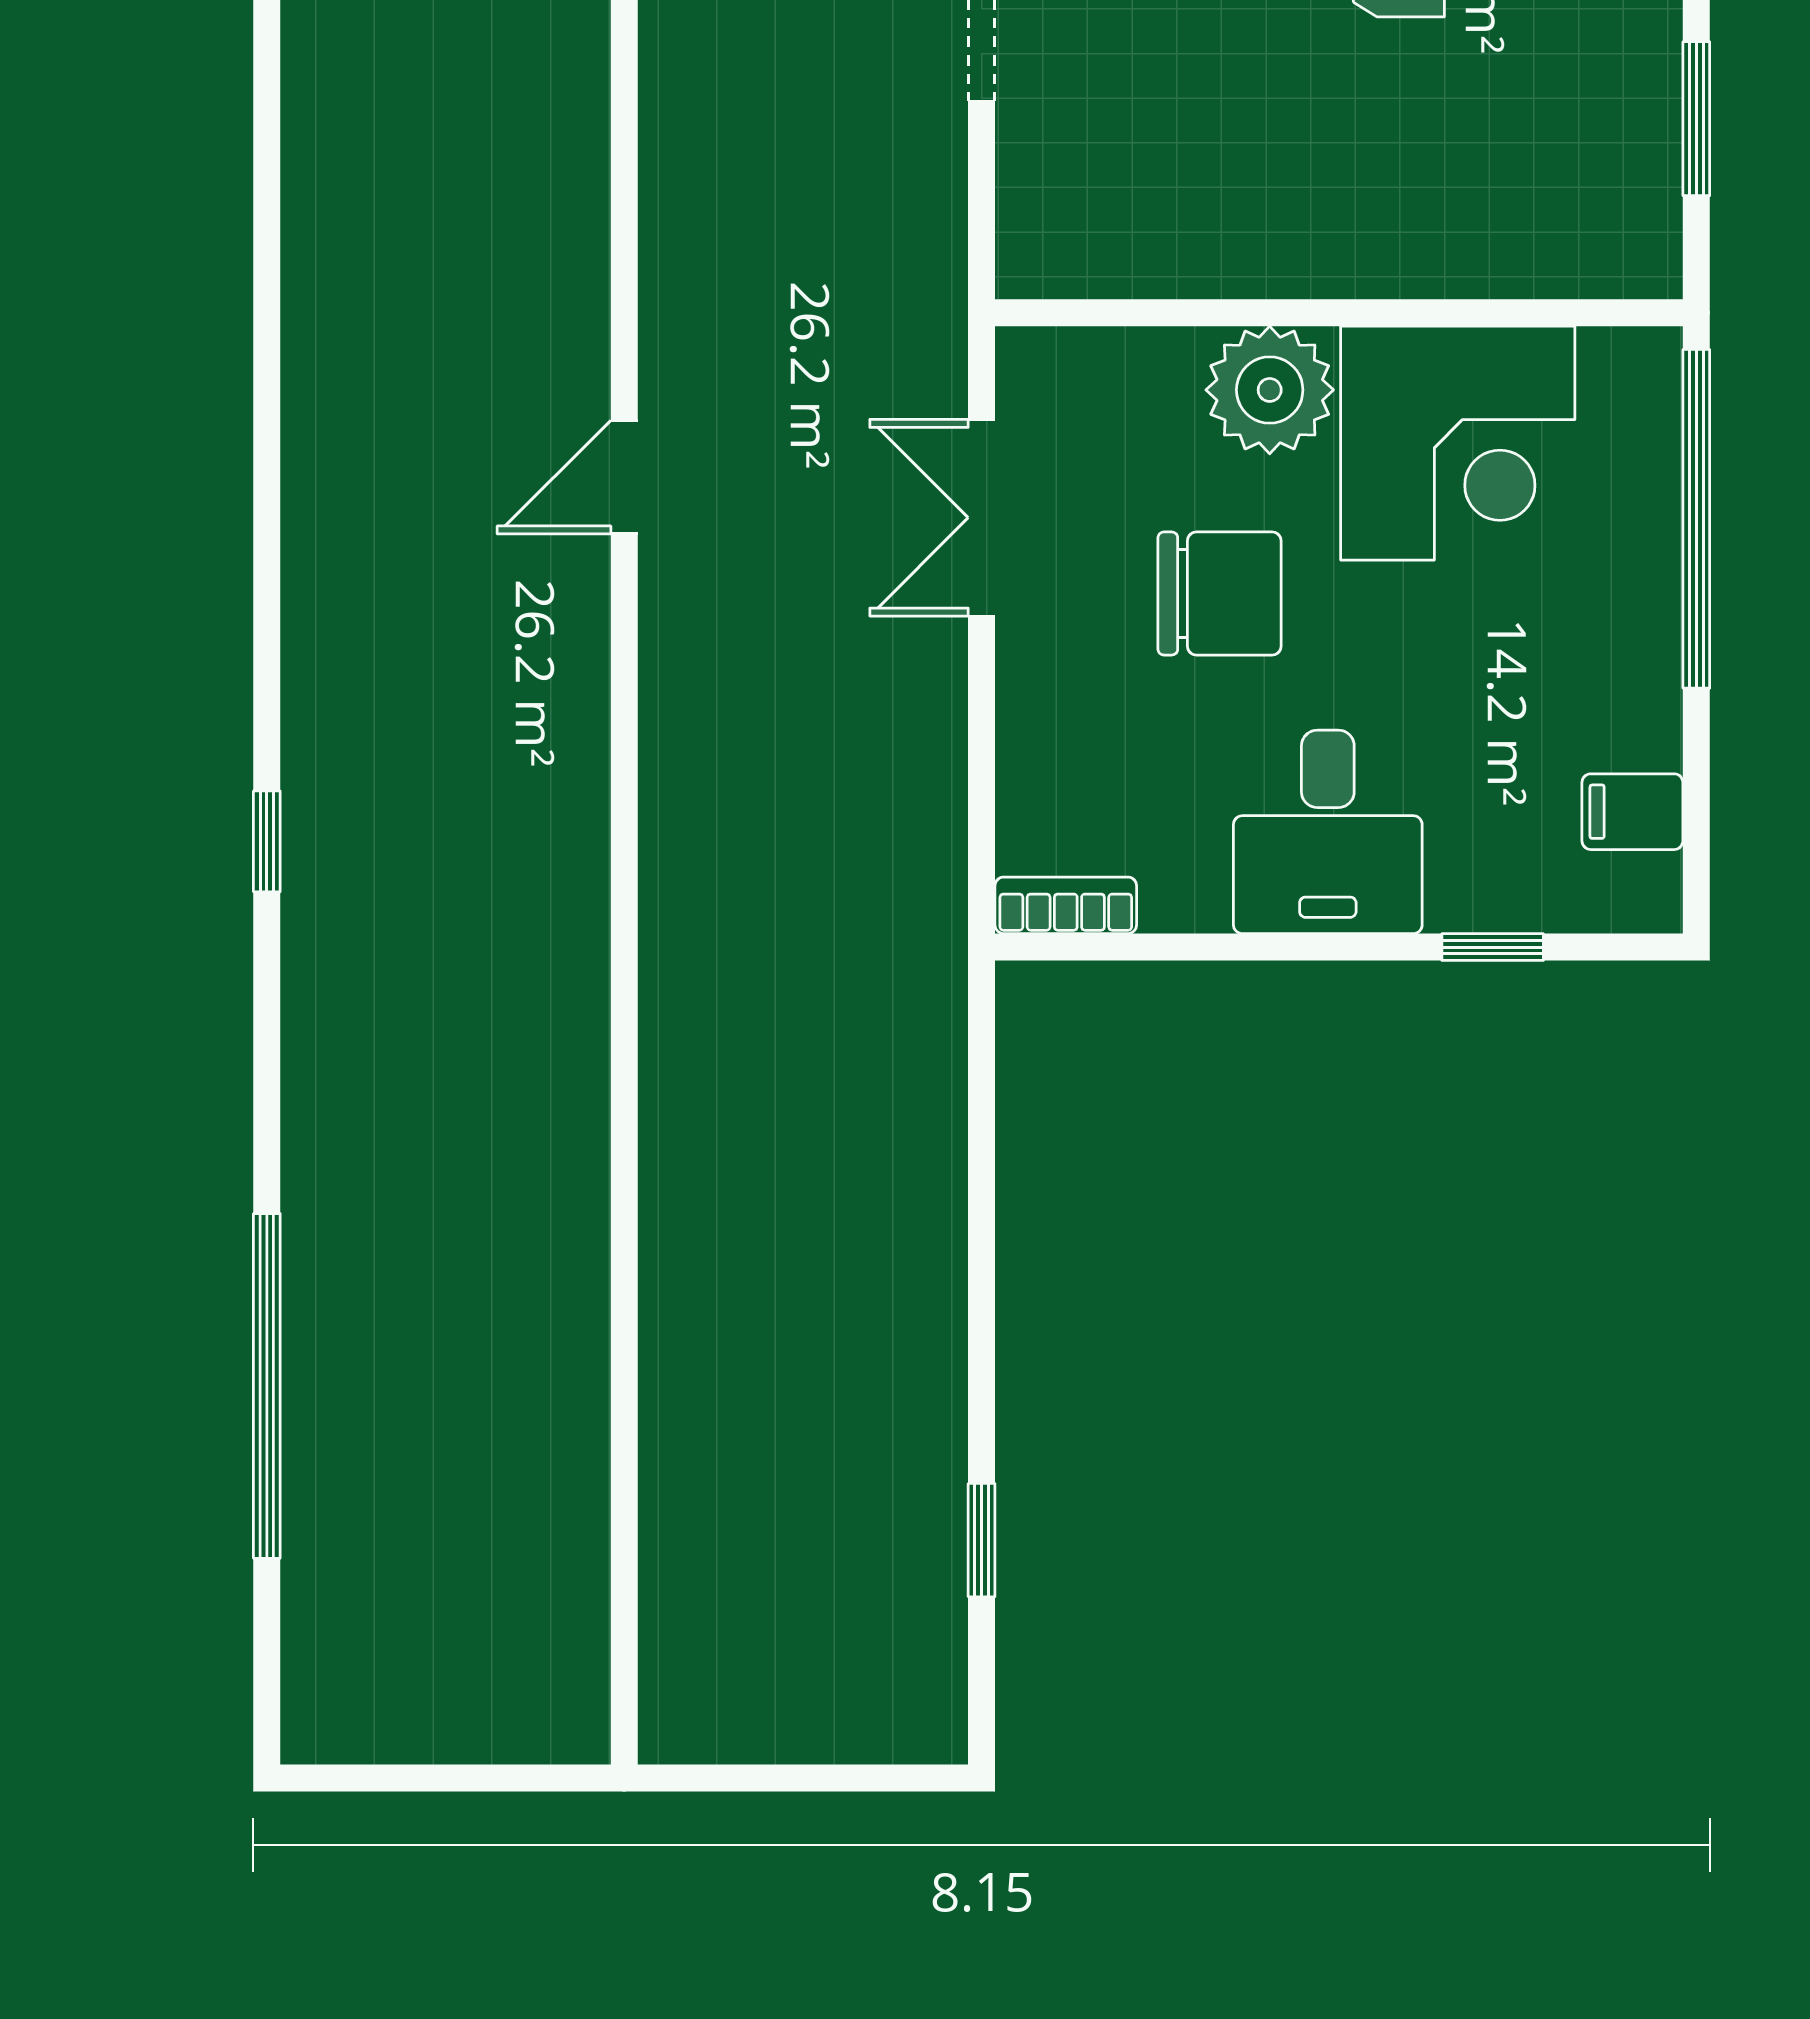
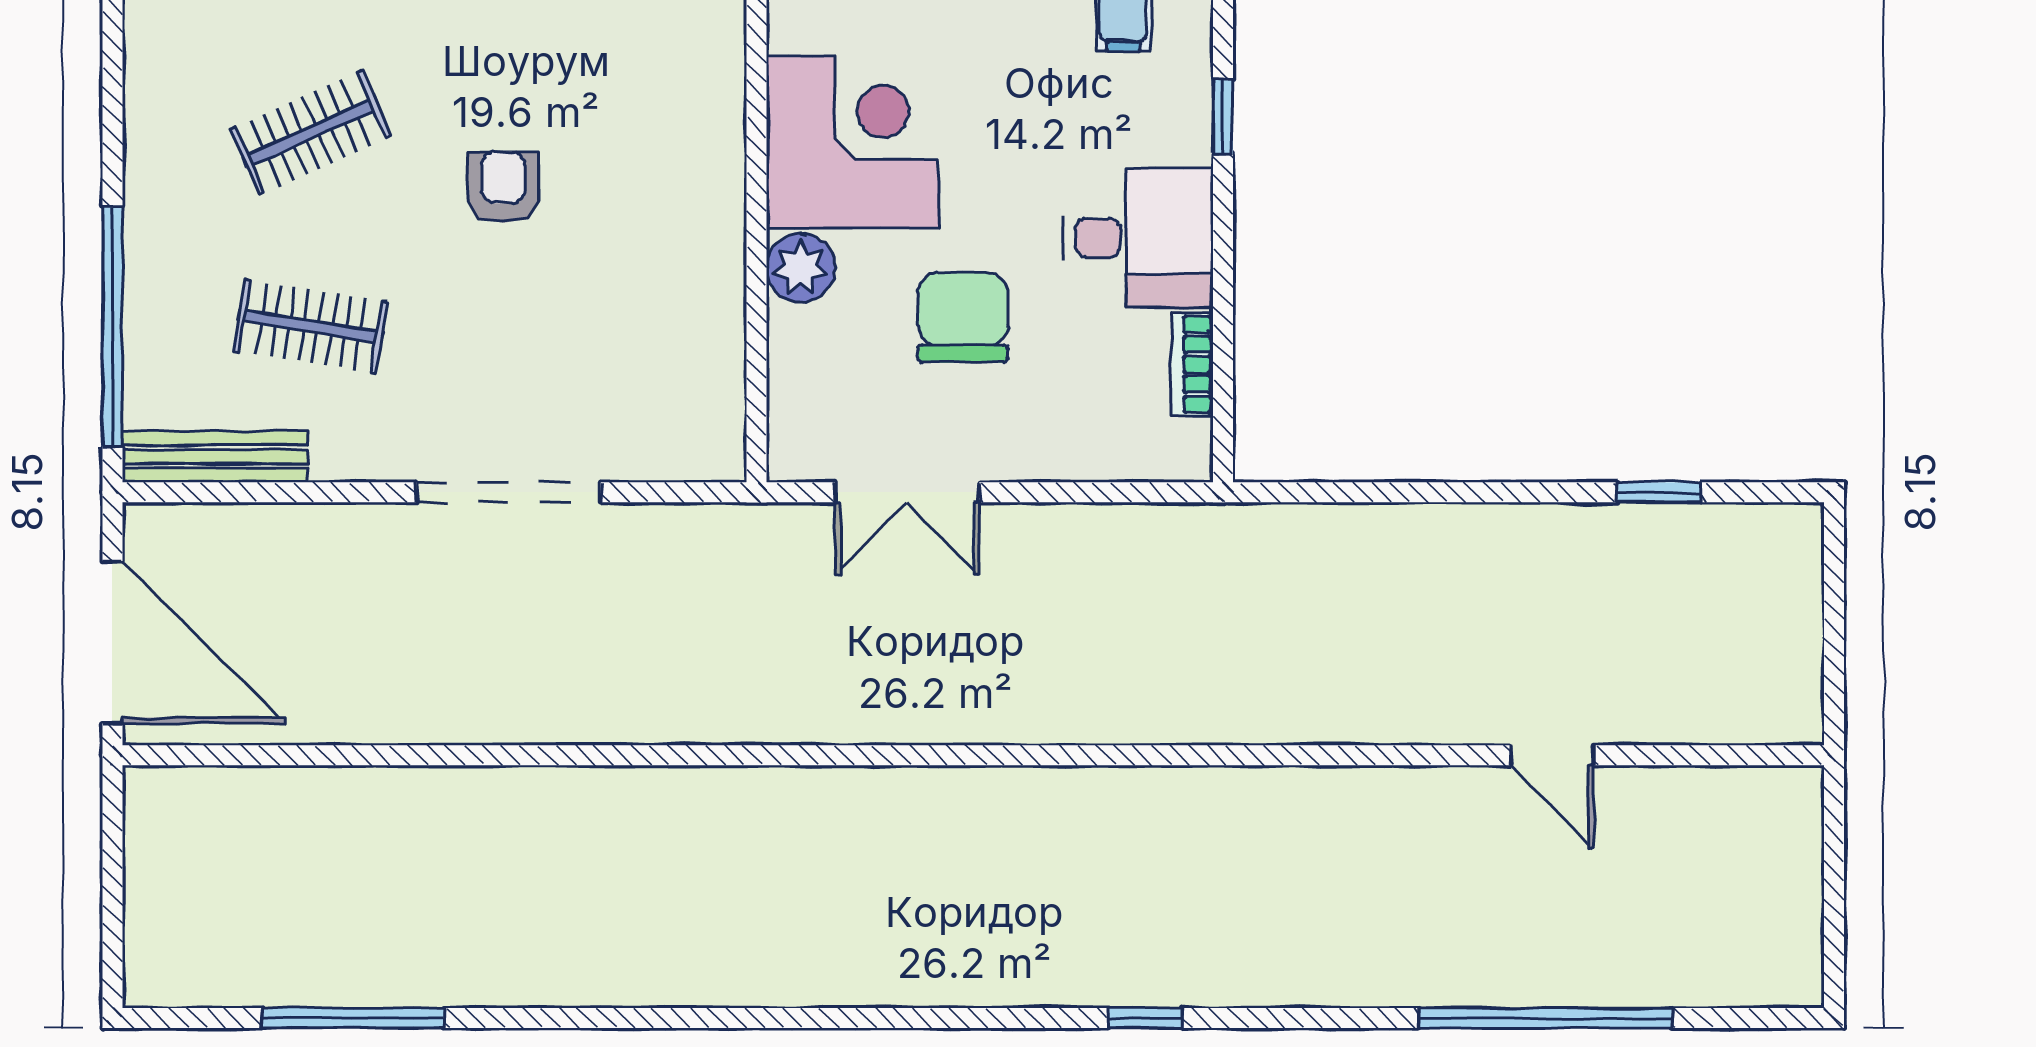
plant: (1270, 390) -> (801, 268), width x0.73, depth x0.73
door: (624, 477) -> (1552, 755), moved
bookcase: (1066, 905) -> (1192, 364), moved

